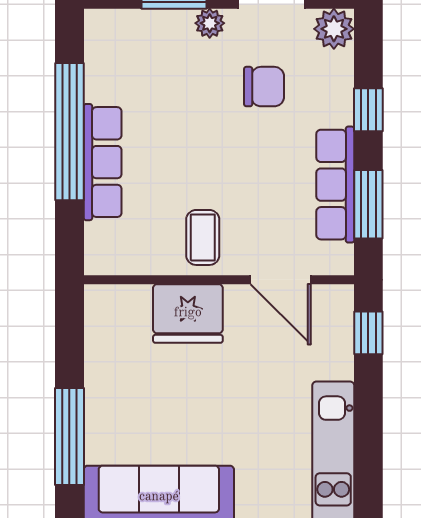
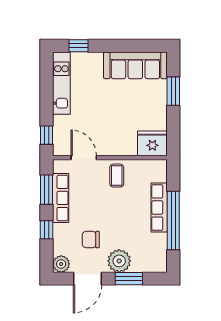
plant: (210, 23) -> (119, 261), width x1.87, depth x1.87
fridge: (188, 313) -> (152, 143), moved
window: (69, 437) -> (173, 91), width x0.69

